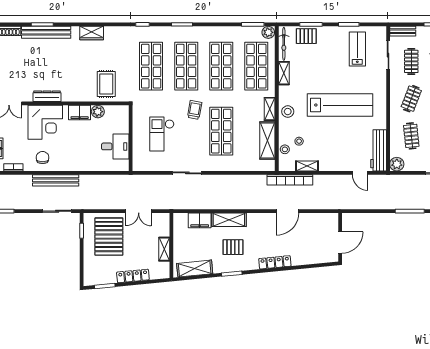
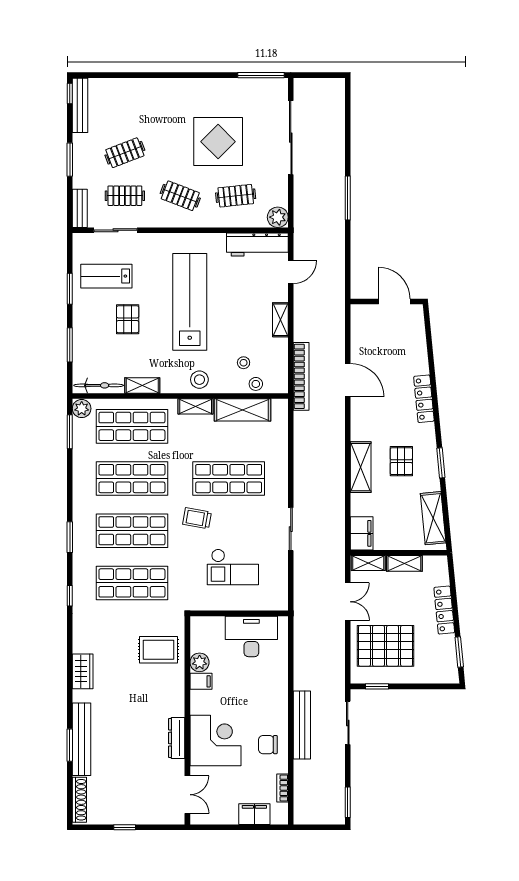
pallet: (306, 36) -> (128, 319), moved
filing cabinet: (80, 113) -> (201, 681), width x0.50
desk: (115, 146) -> (251, 636), width x1.37
shelving: (307, 166) -> (280, 320), moved
filing cabinet: (200, 220) -> (362, 533), moved
shelving: (165, 225) -> (368, 563), added

